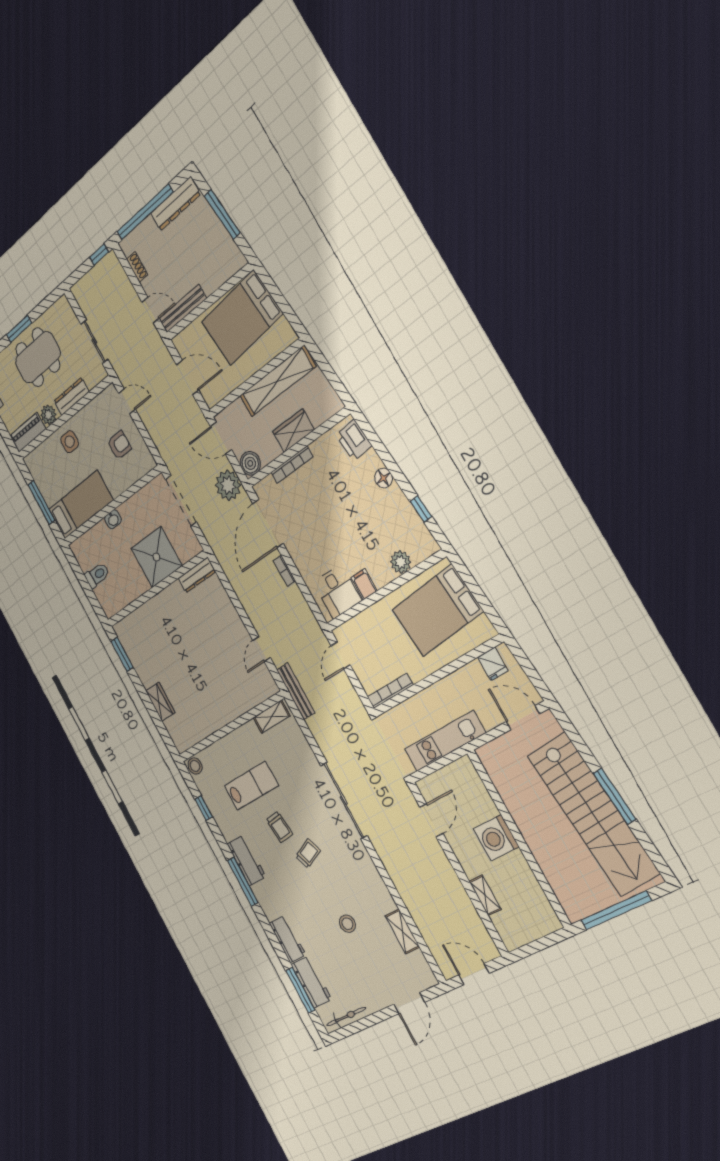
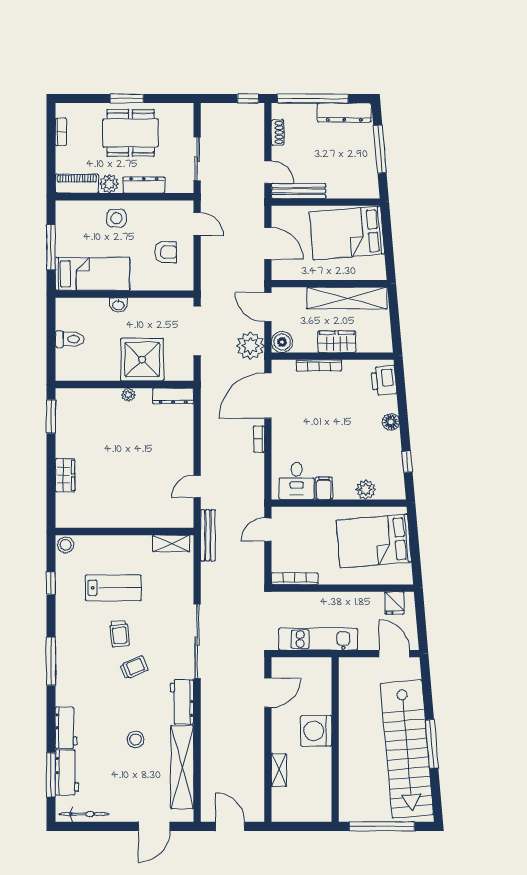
plant: (164, 597) -> (129, 395), added
workbench: (246, 860) -> (182, 702), moved, turned 180
shelving: (402, 932) -> (182, 767), width x2.20, depth x1.33

